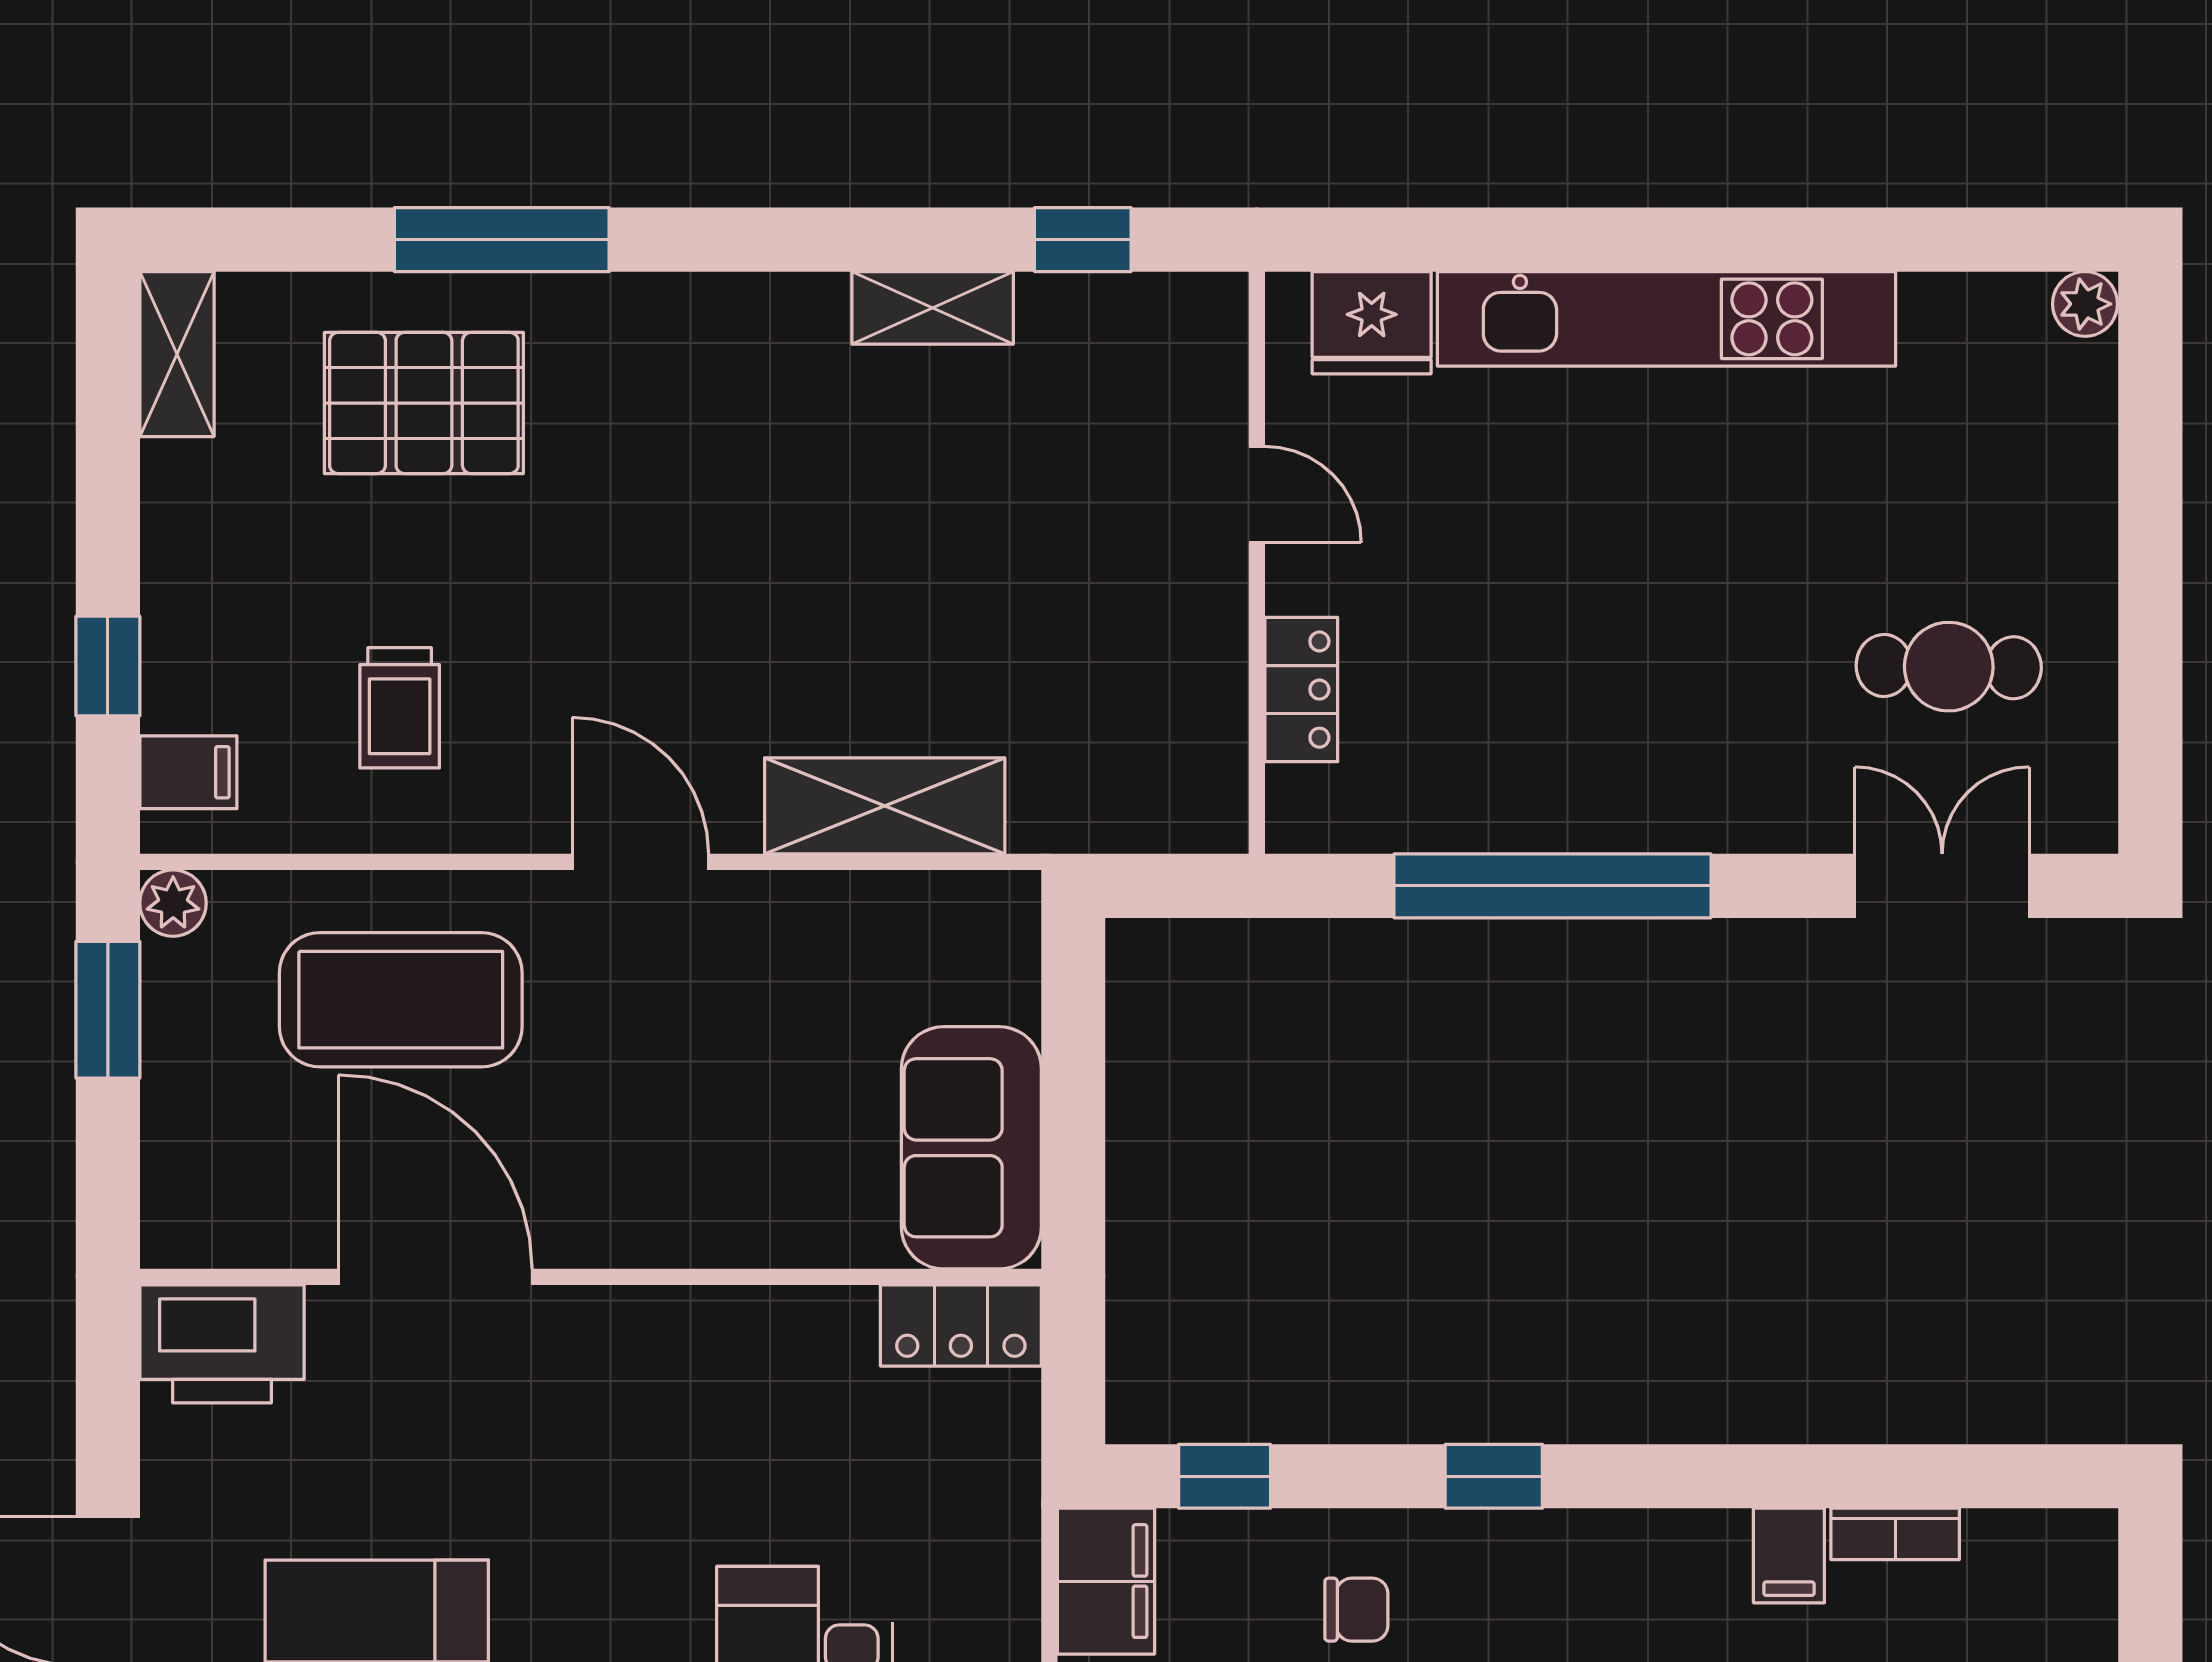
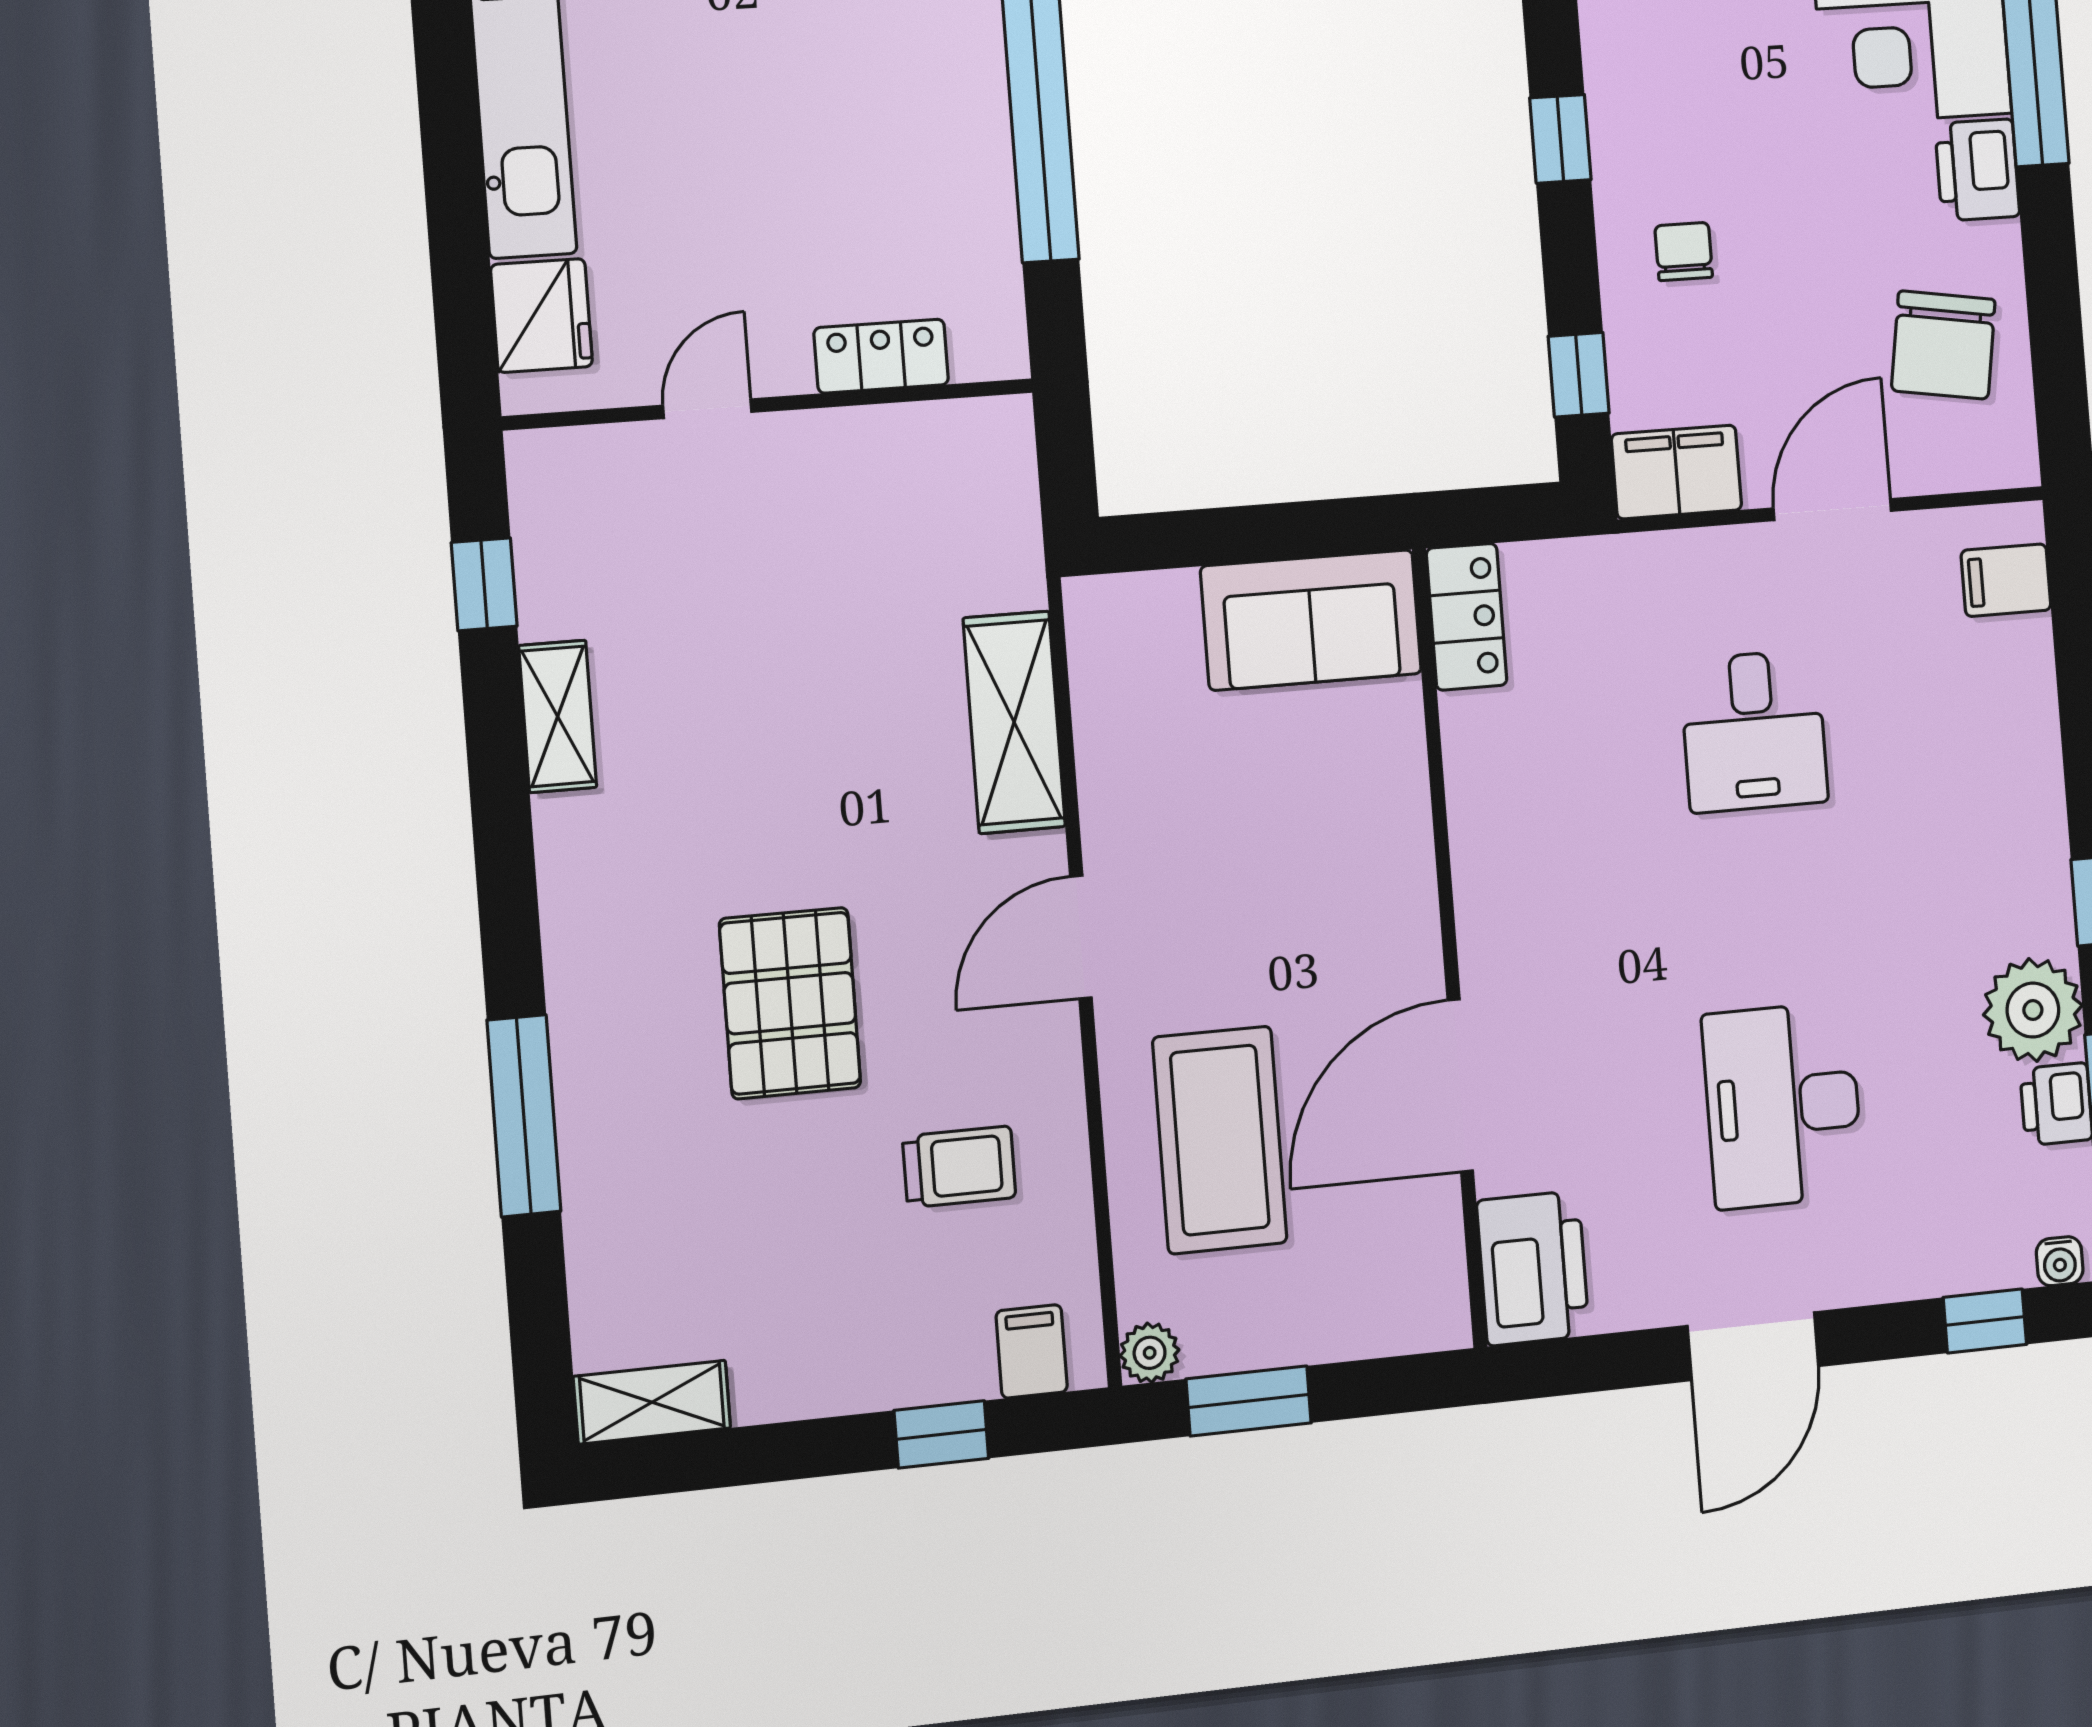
pallet: (424, 403) -> (790, 1003), moved

